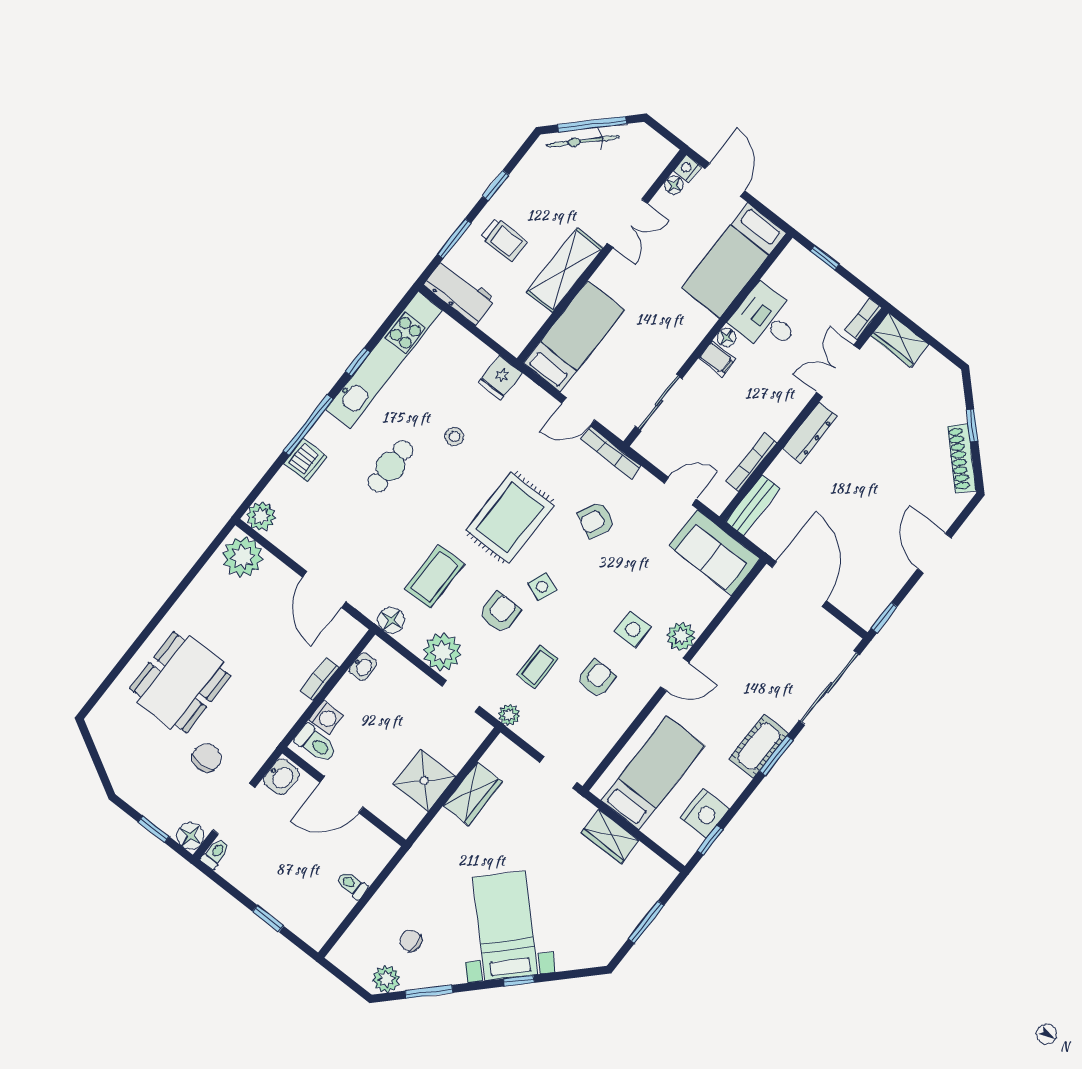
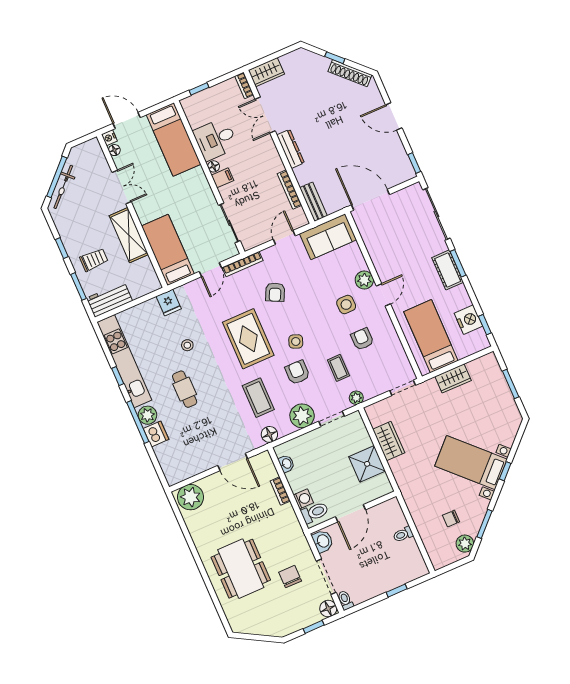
plant: (261, 516) -> (147, 415), moved

